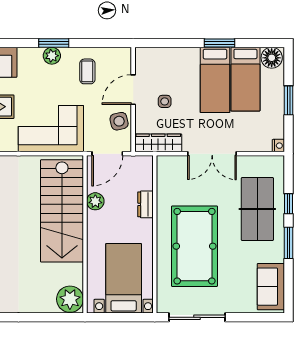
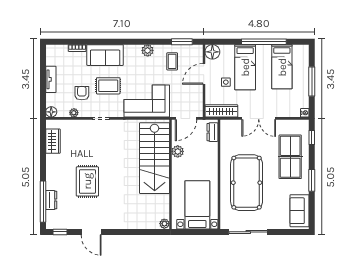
window: (54, 43) -> (182, 42), moved
window: (220, 43) -> (264, 42), width x2.11
floor lamp: (272, 58) -> (212, 52), moved
bed: (215, 80) -> (245, 67), moved
window: (289, 100) -> (312, 81), width x1.44
side table: (119, 121) -> (194, 96), removed
dresser: (145, 204) -> (212, 132), moved
window: (289, 204) -> (312, 137), moved
plant: (70, 299) -> (164, 224), width x0.53, depth x0.53

